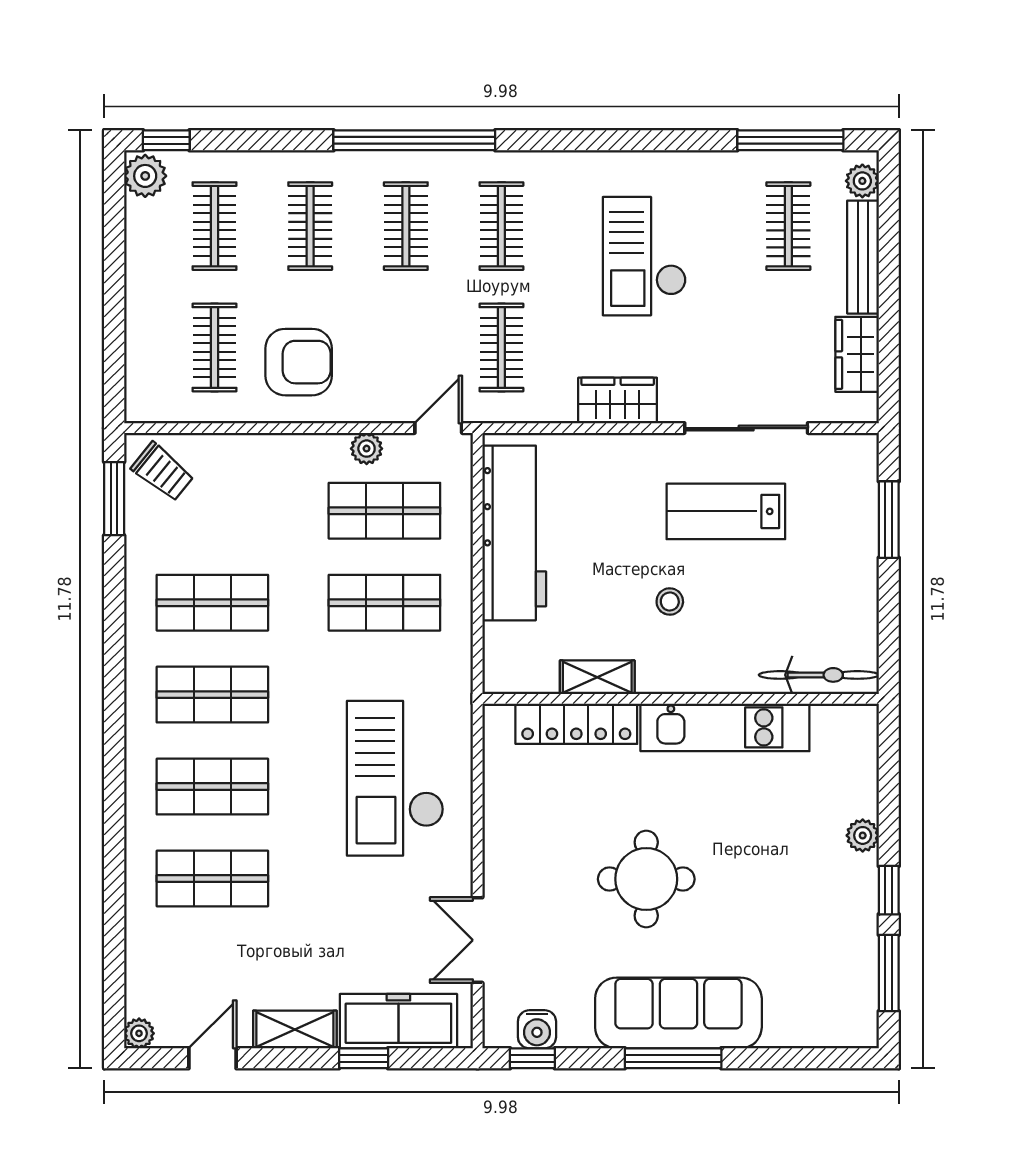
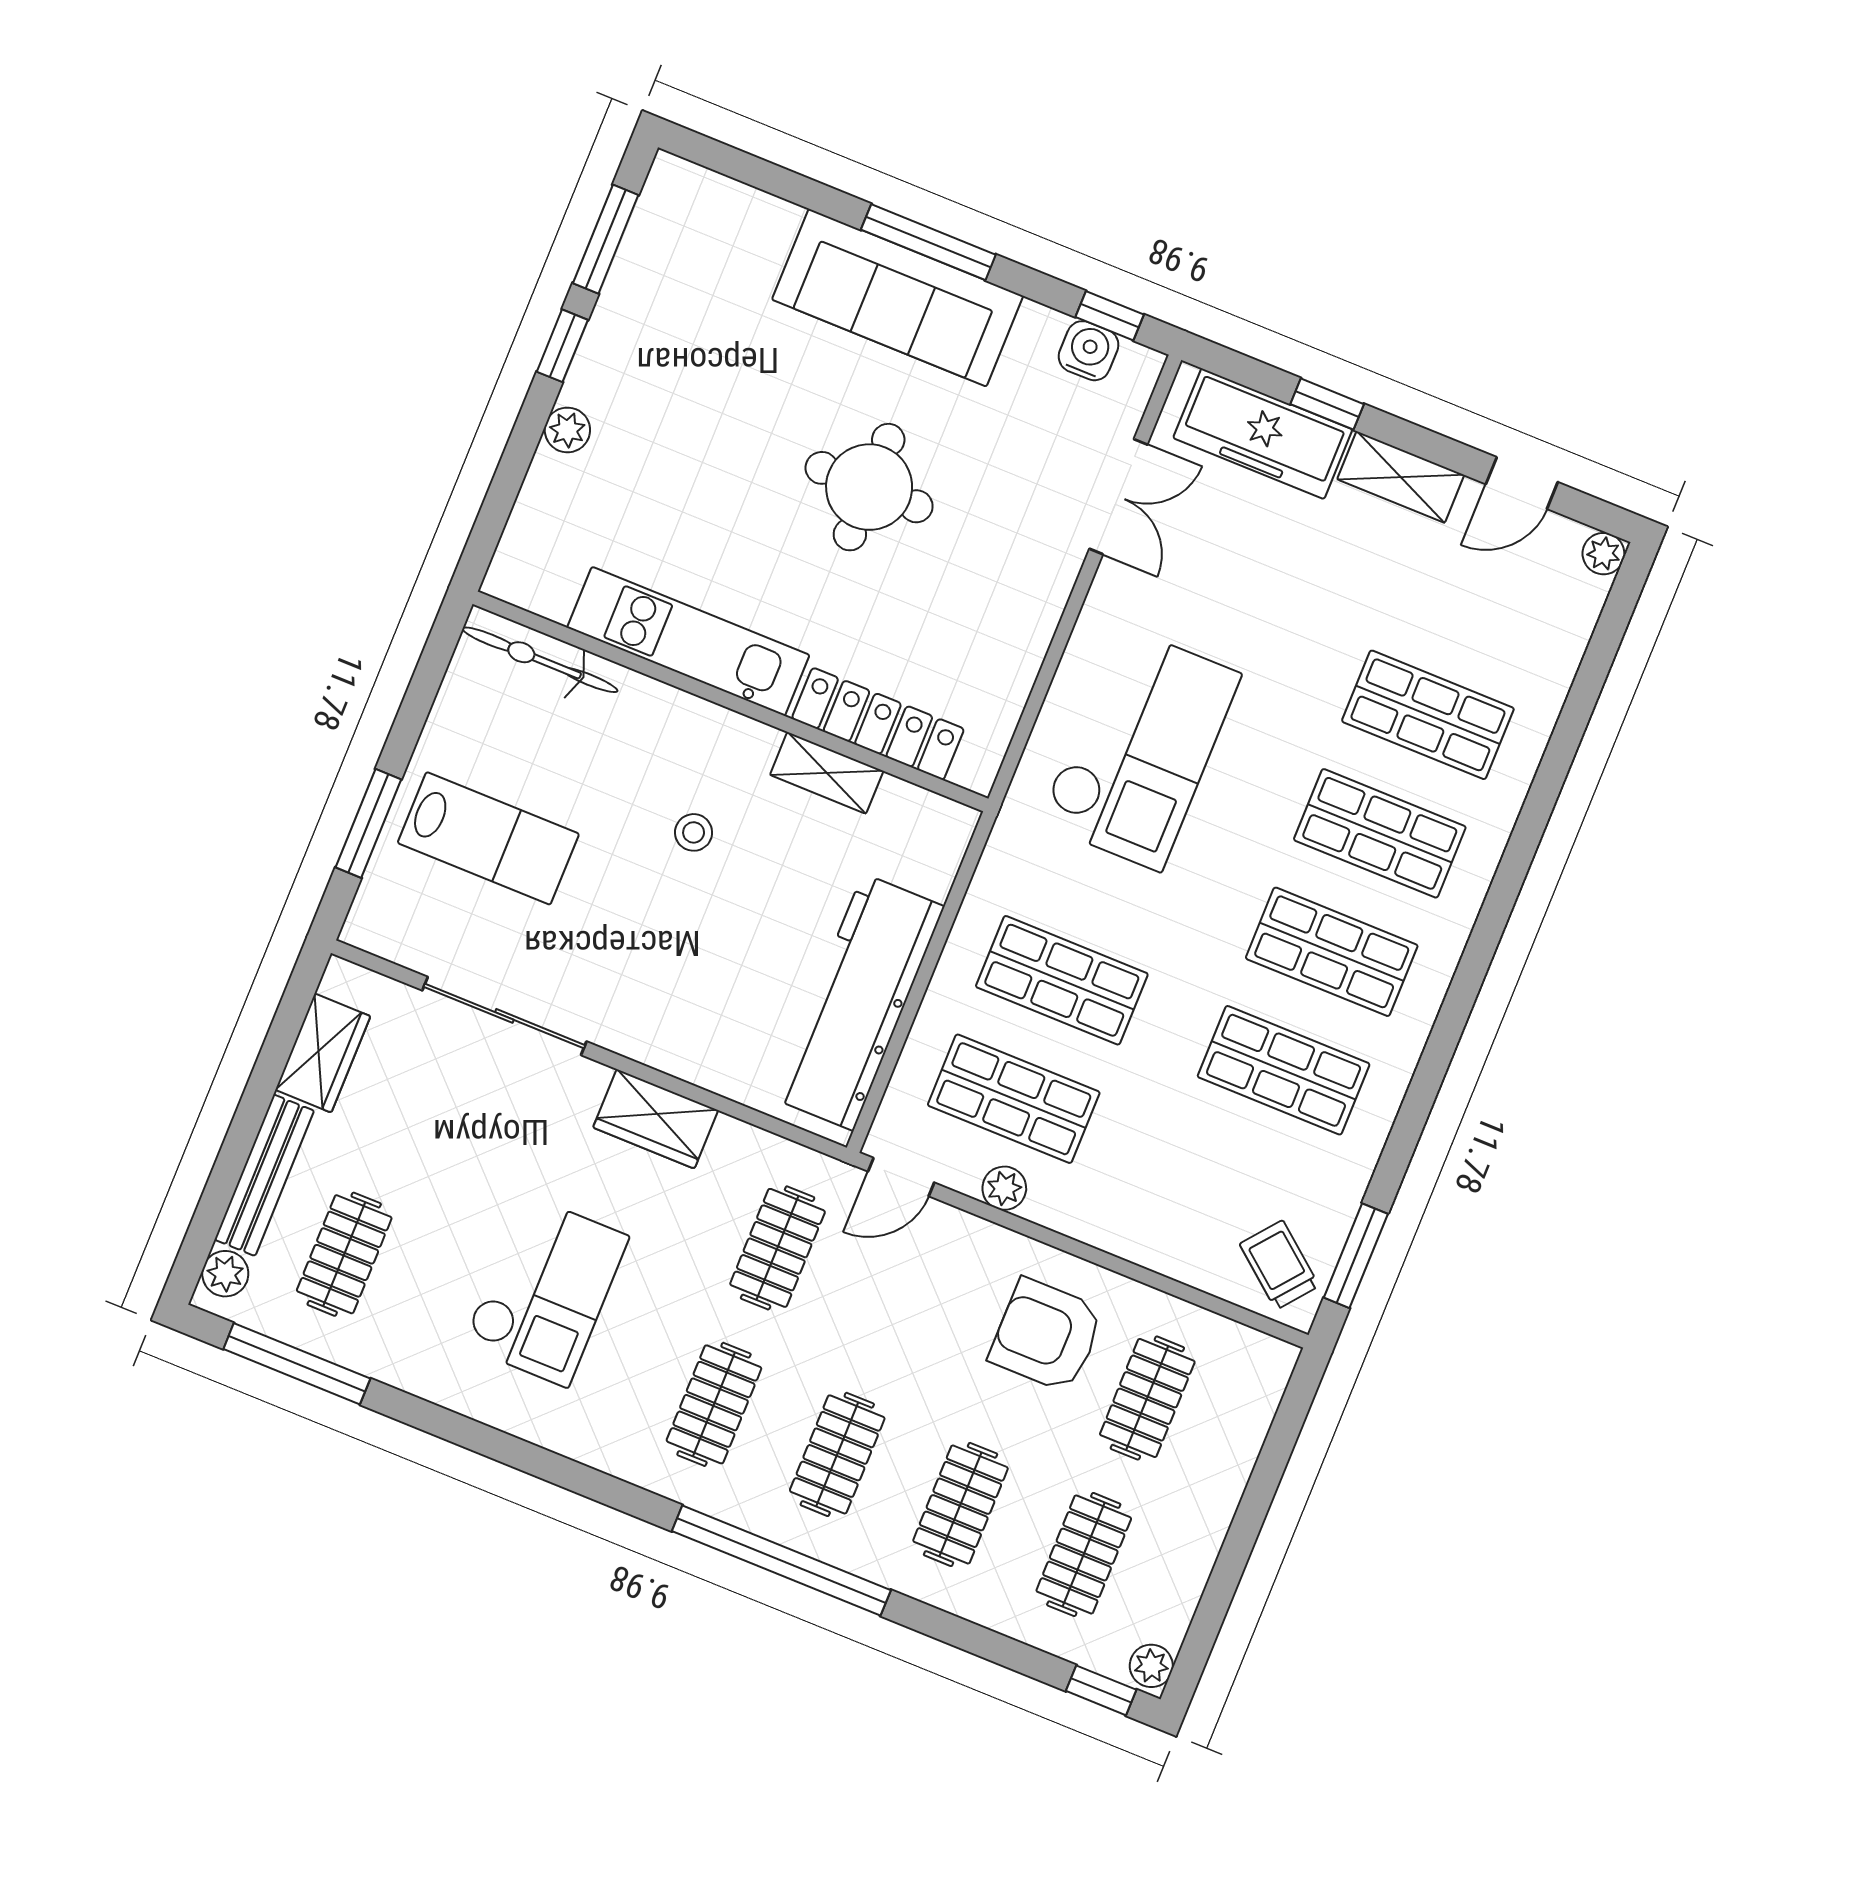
plant: (145, 176) -> (1151, 1666), width x0.73, depth x0.73
lab bench: (726, 511) -> (488, 838), moved

